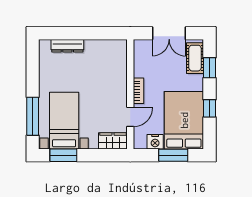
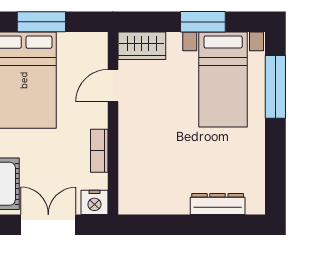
bookcase: (138, 91) -> (99, 151), moved
nightstand: (155, 142) -> (94, 202), moved, turned 180
window: (63, 155) -> (203, 22), moved

